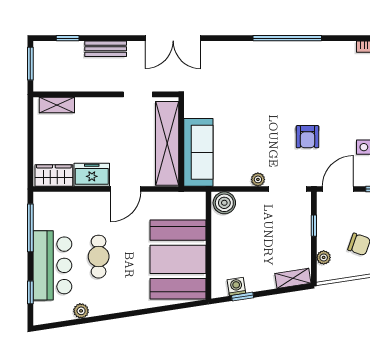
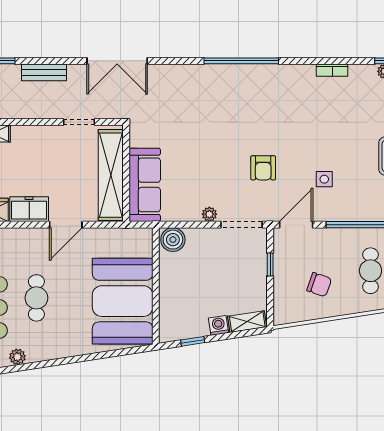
plant: (324, 257) -> (281, 299), removed
washing machine: (236, 286) -> (218, 325), moved

